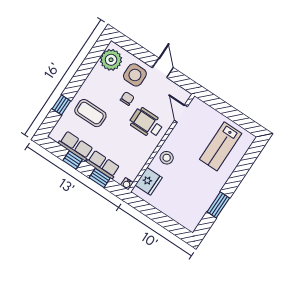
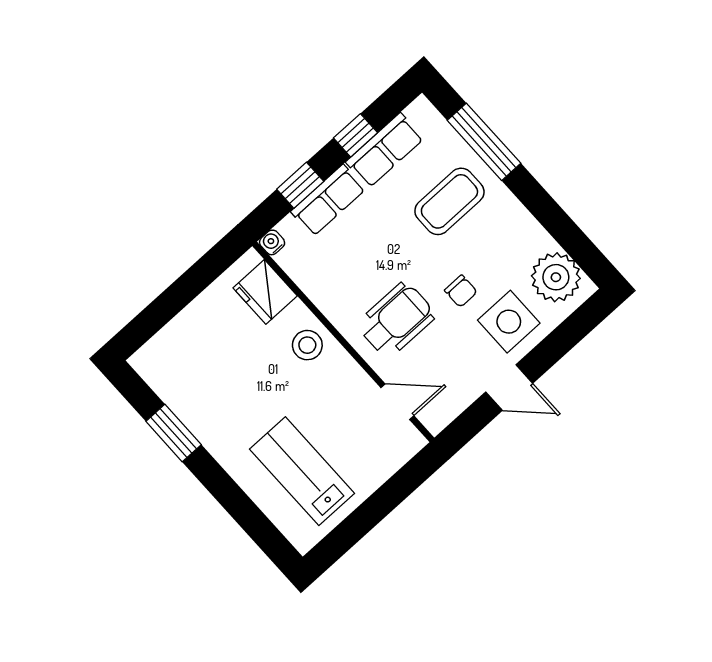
window: (61, 105) -> (484, 142), width x2.17

